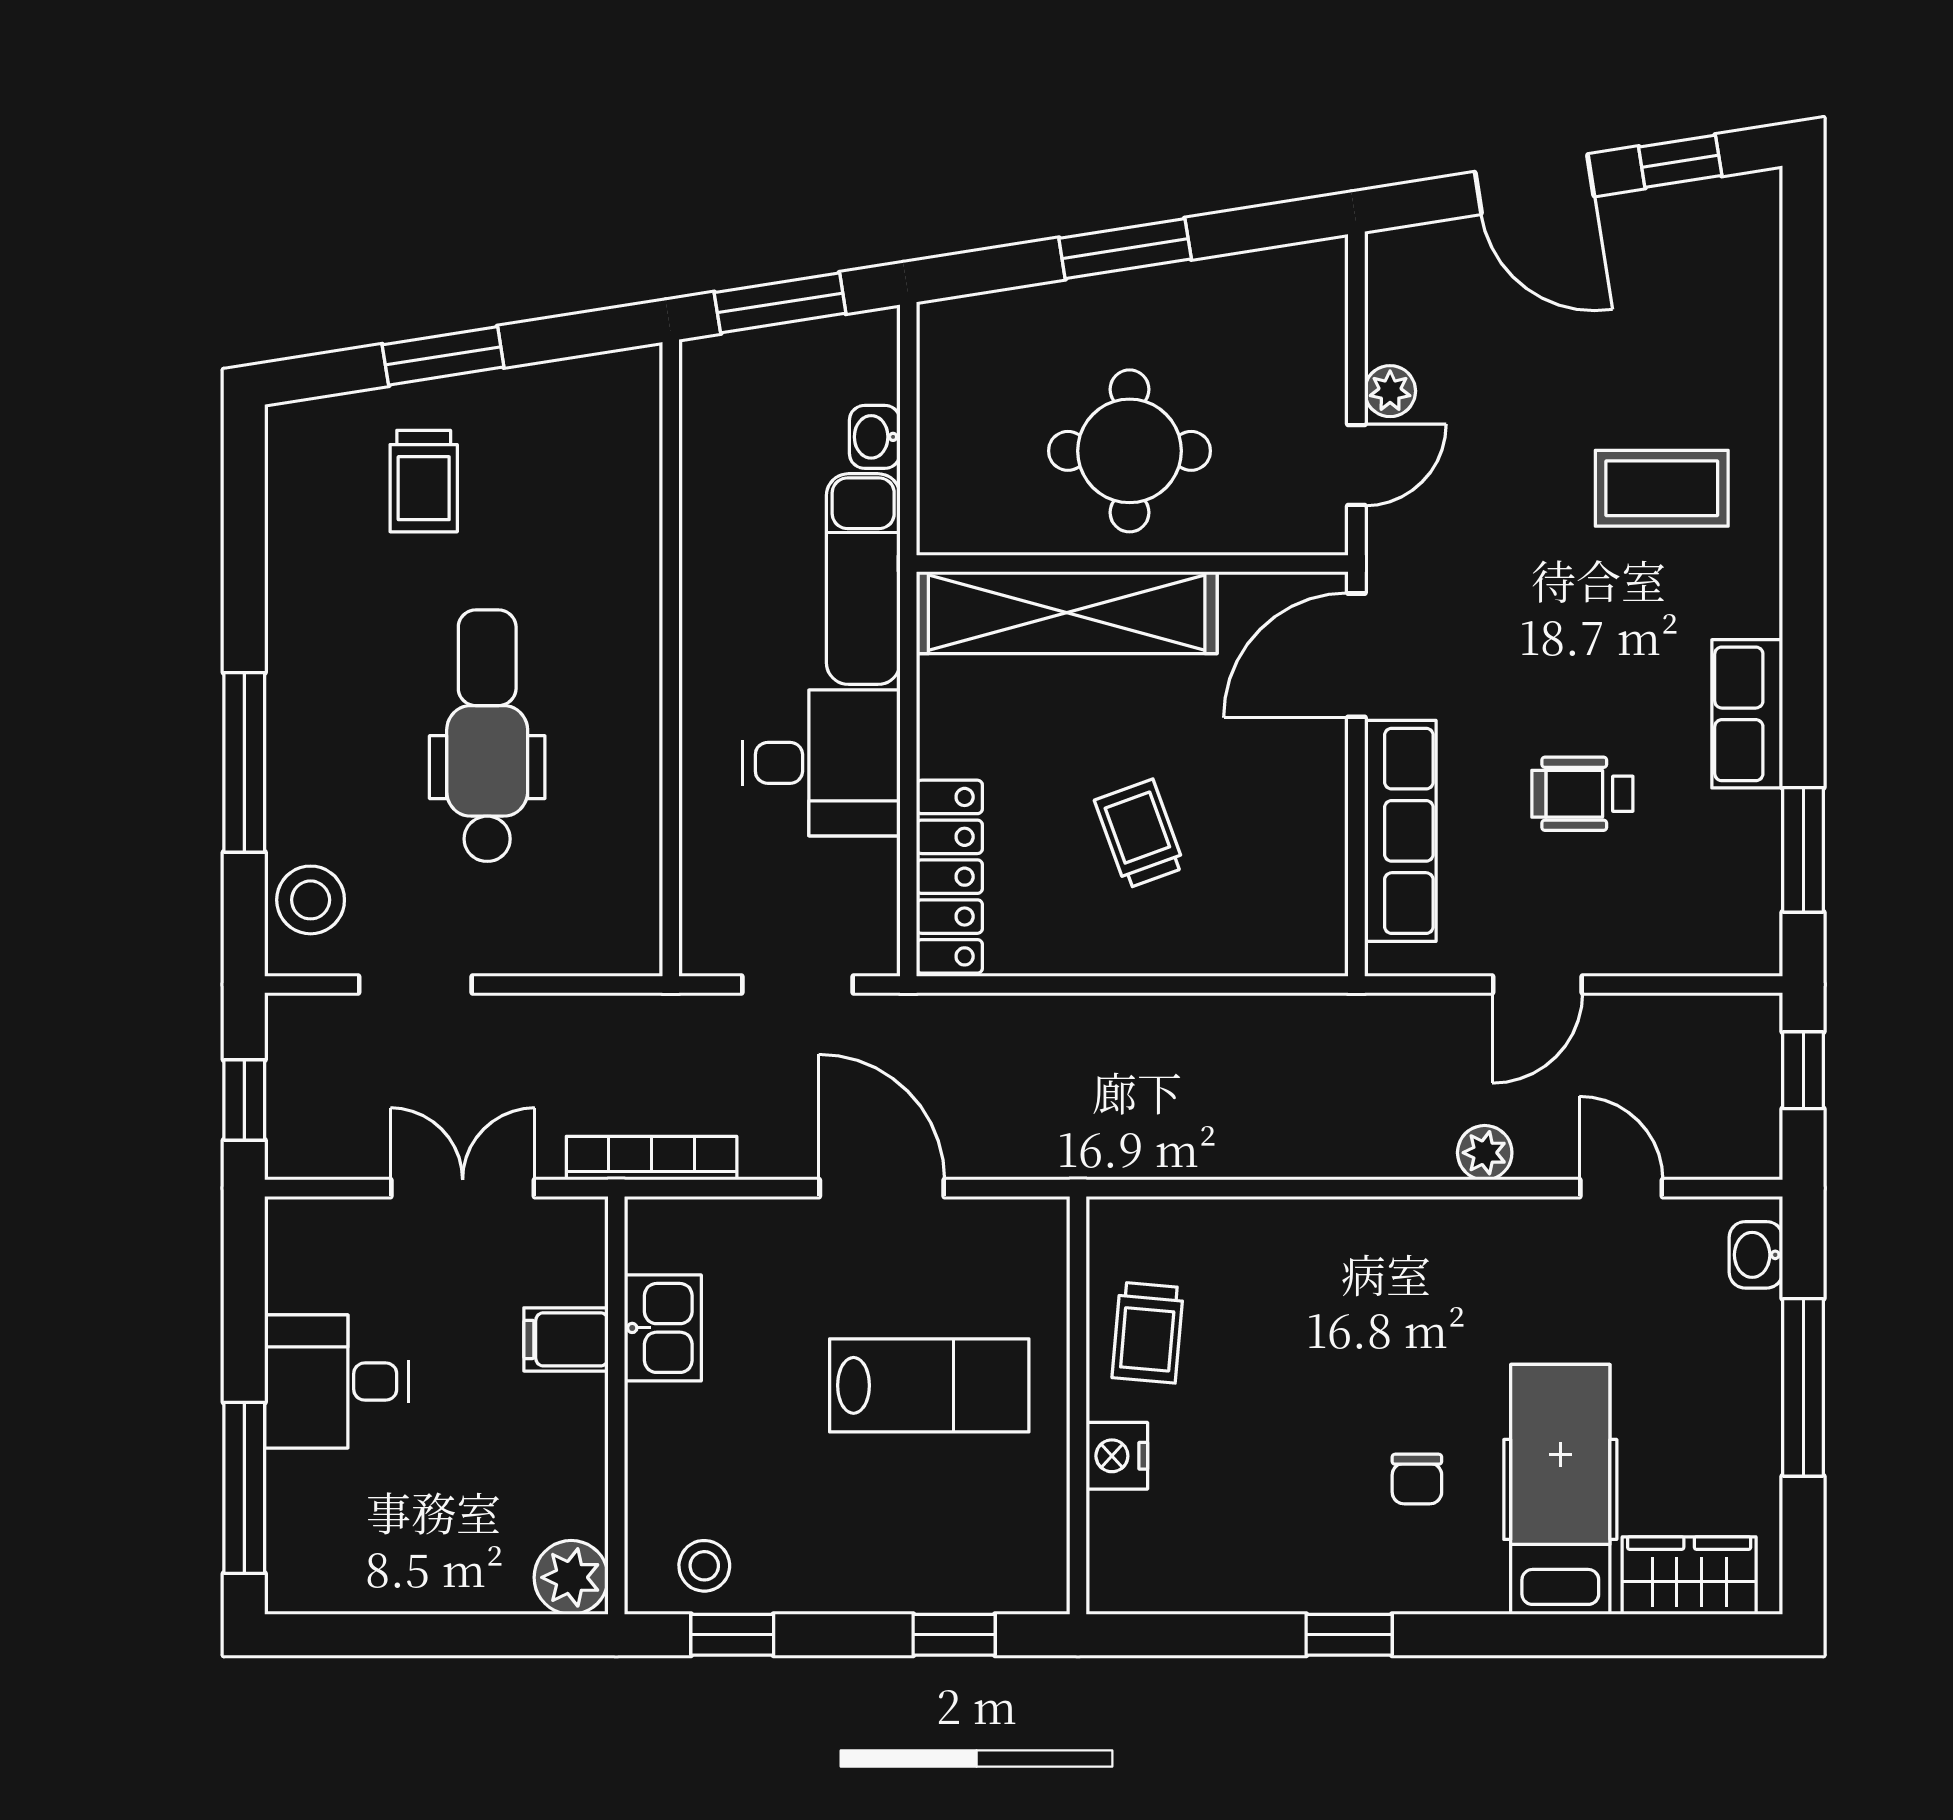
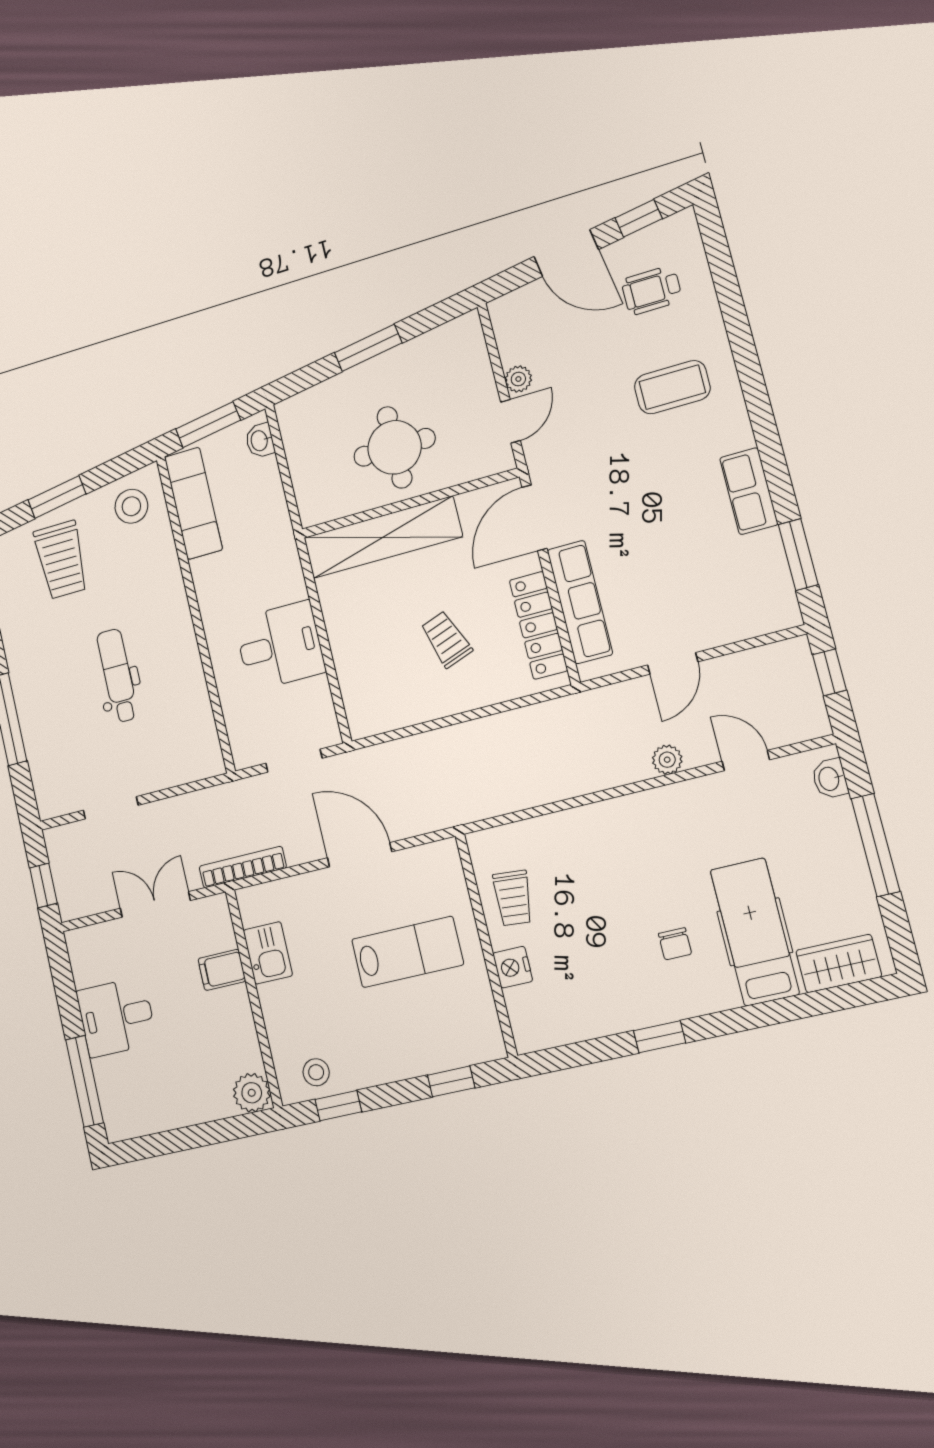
washbasin: (875, 437) -> (260, 441), moved
trolley: (424, 481) -> (61, 560), width x1.36, depth x1.39
exam couch: (863, 579) -> (193, 503), moved, turned 180
dental chair: (487, 736) -> (118, 676), width x0.73, depth x0.72
wheelchair: (1582, 794) -> (652, 290), moved
locker: (949, 877) -> (539, 625), moved, turned 180
stool: (311, 900) -> (131, 506), moved

